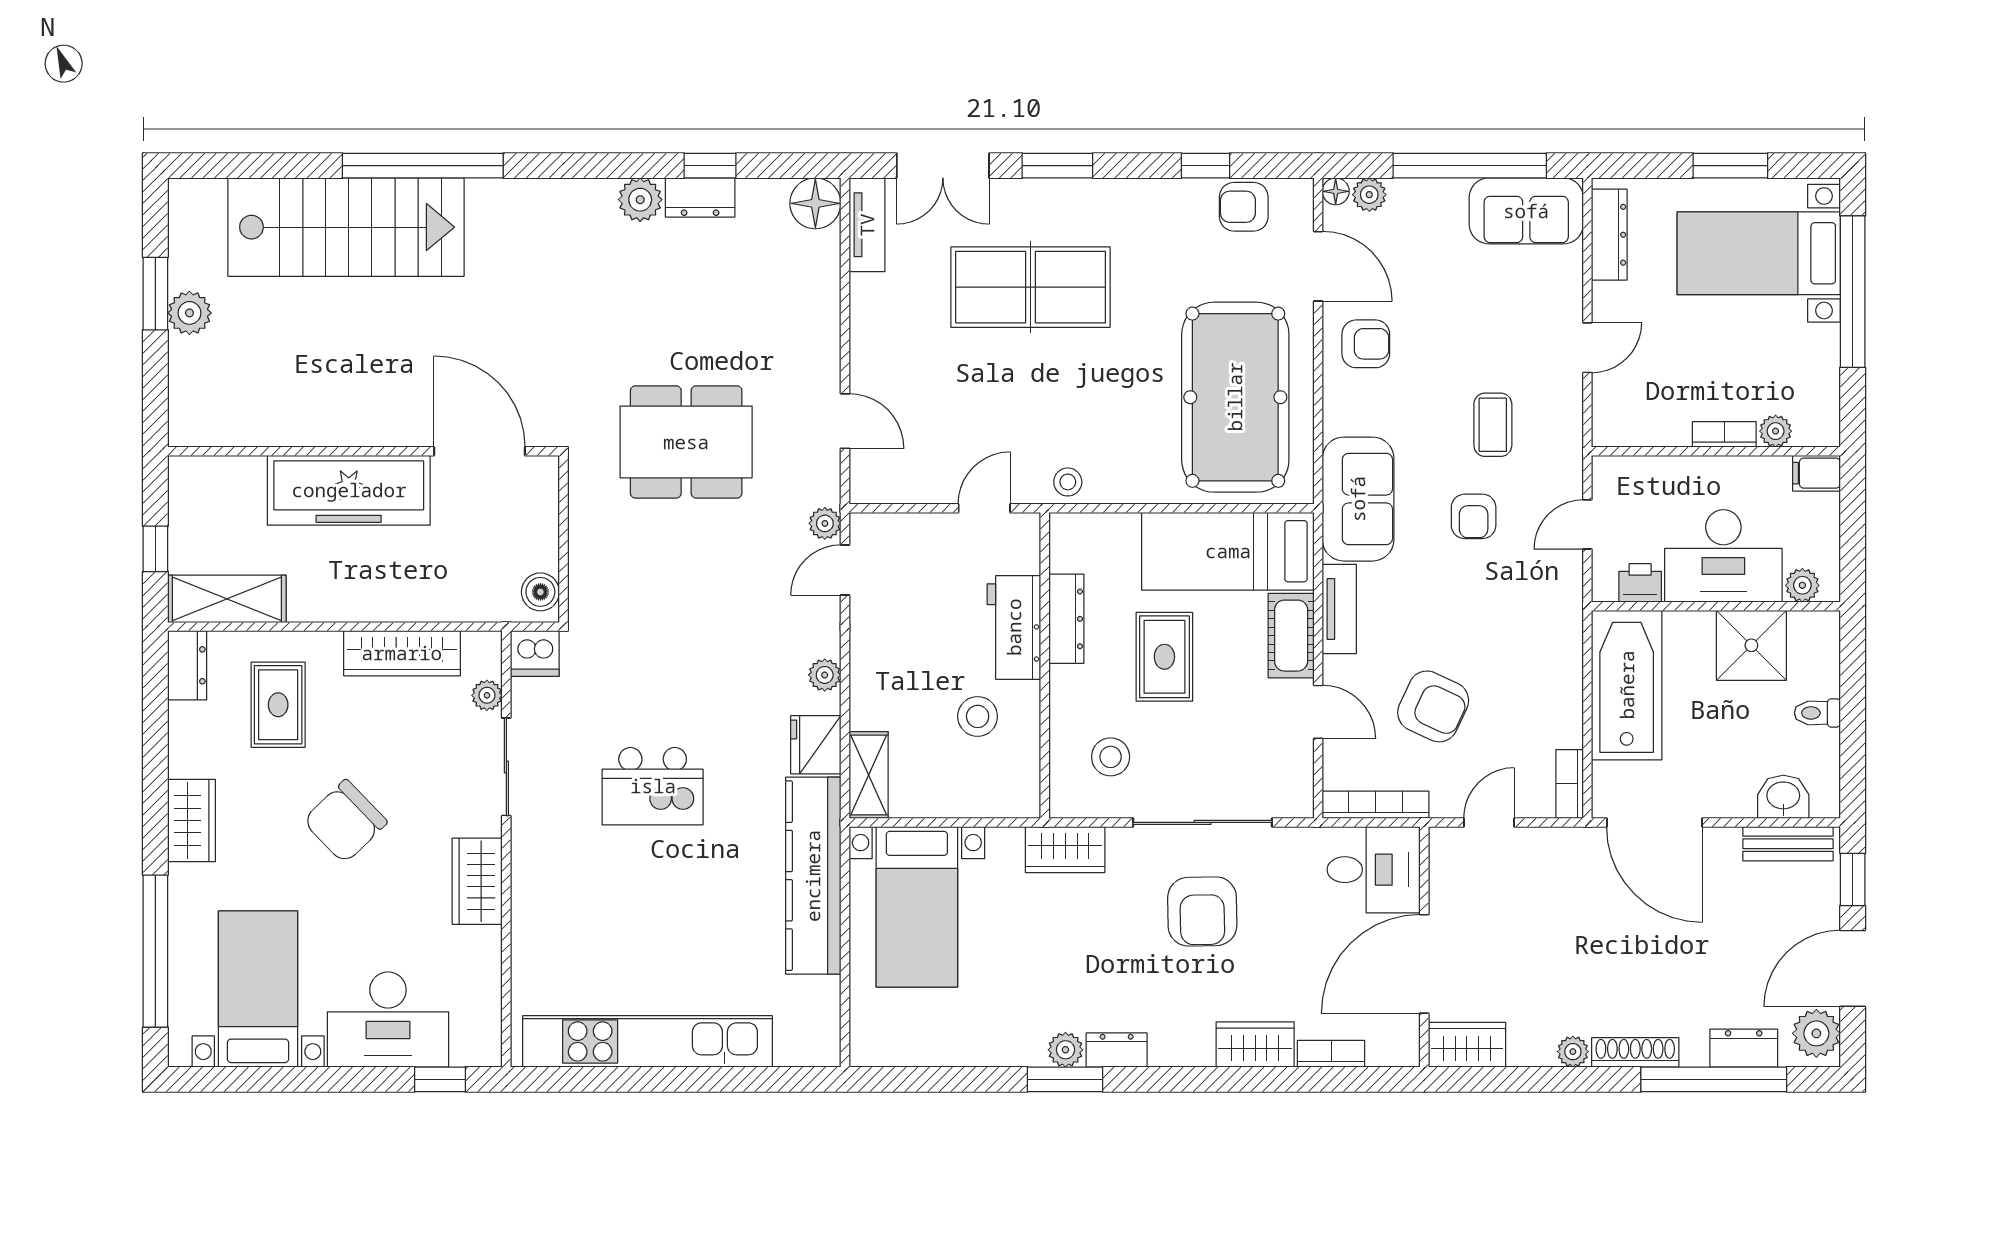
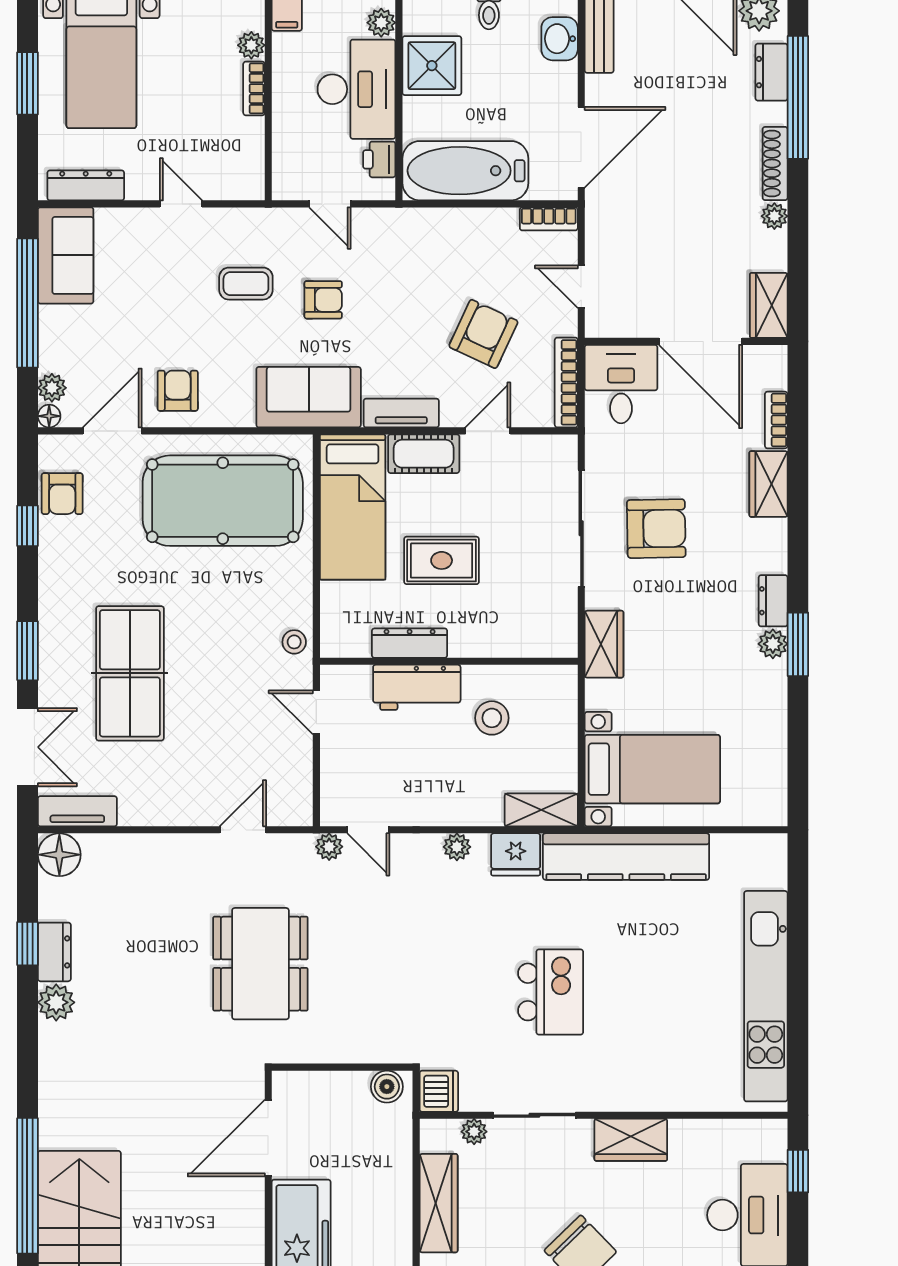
stool: (1111, 757) -> (526, 606), removed

